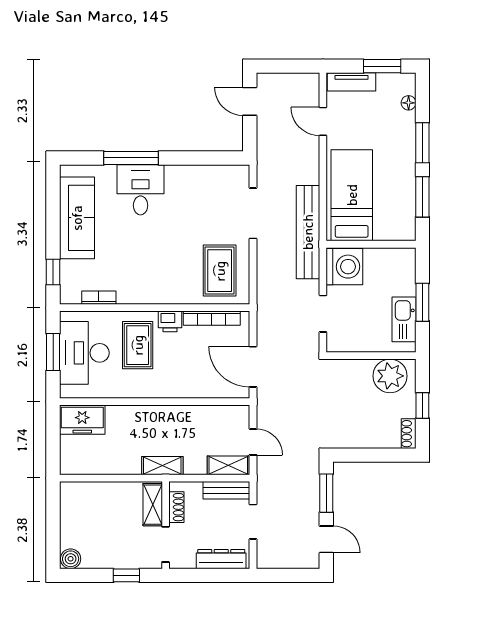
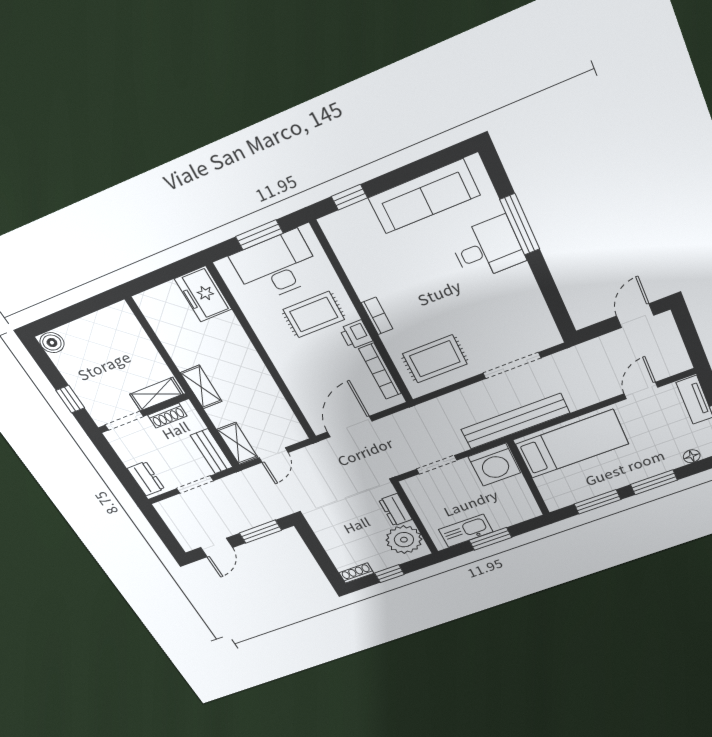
bookcase: (99, 298) -> (377, 316), moved
dresser: (355, 368) -> (396, 510), added
dresser: (221, 559) -> (146, 479), width x0.70

